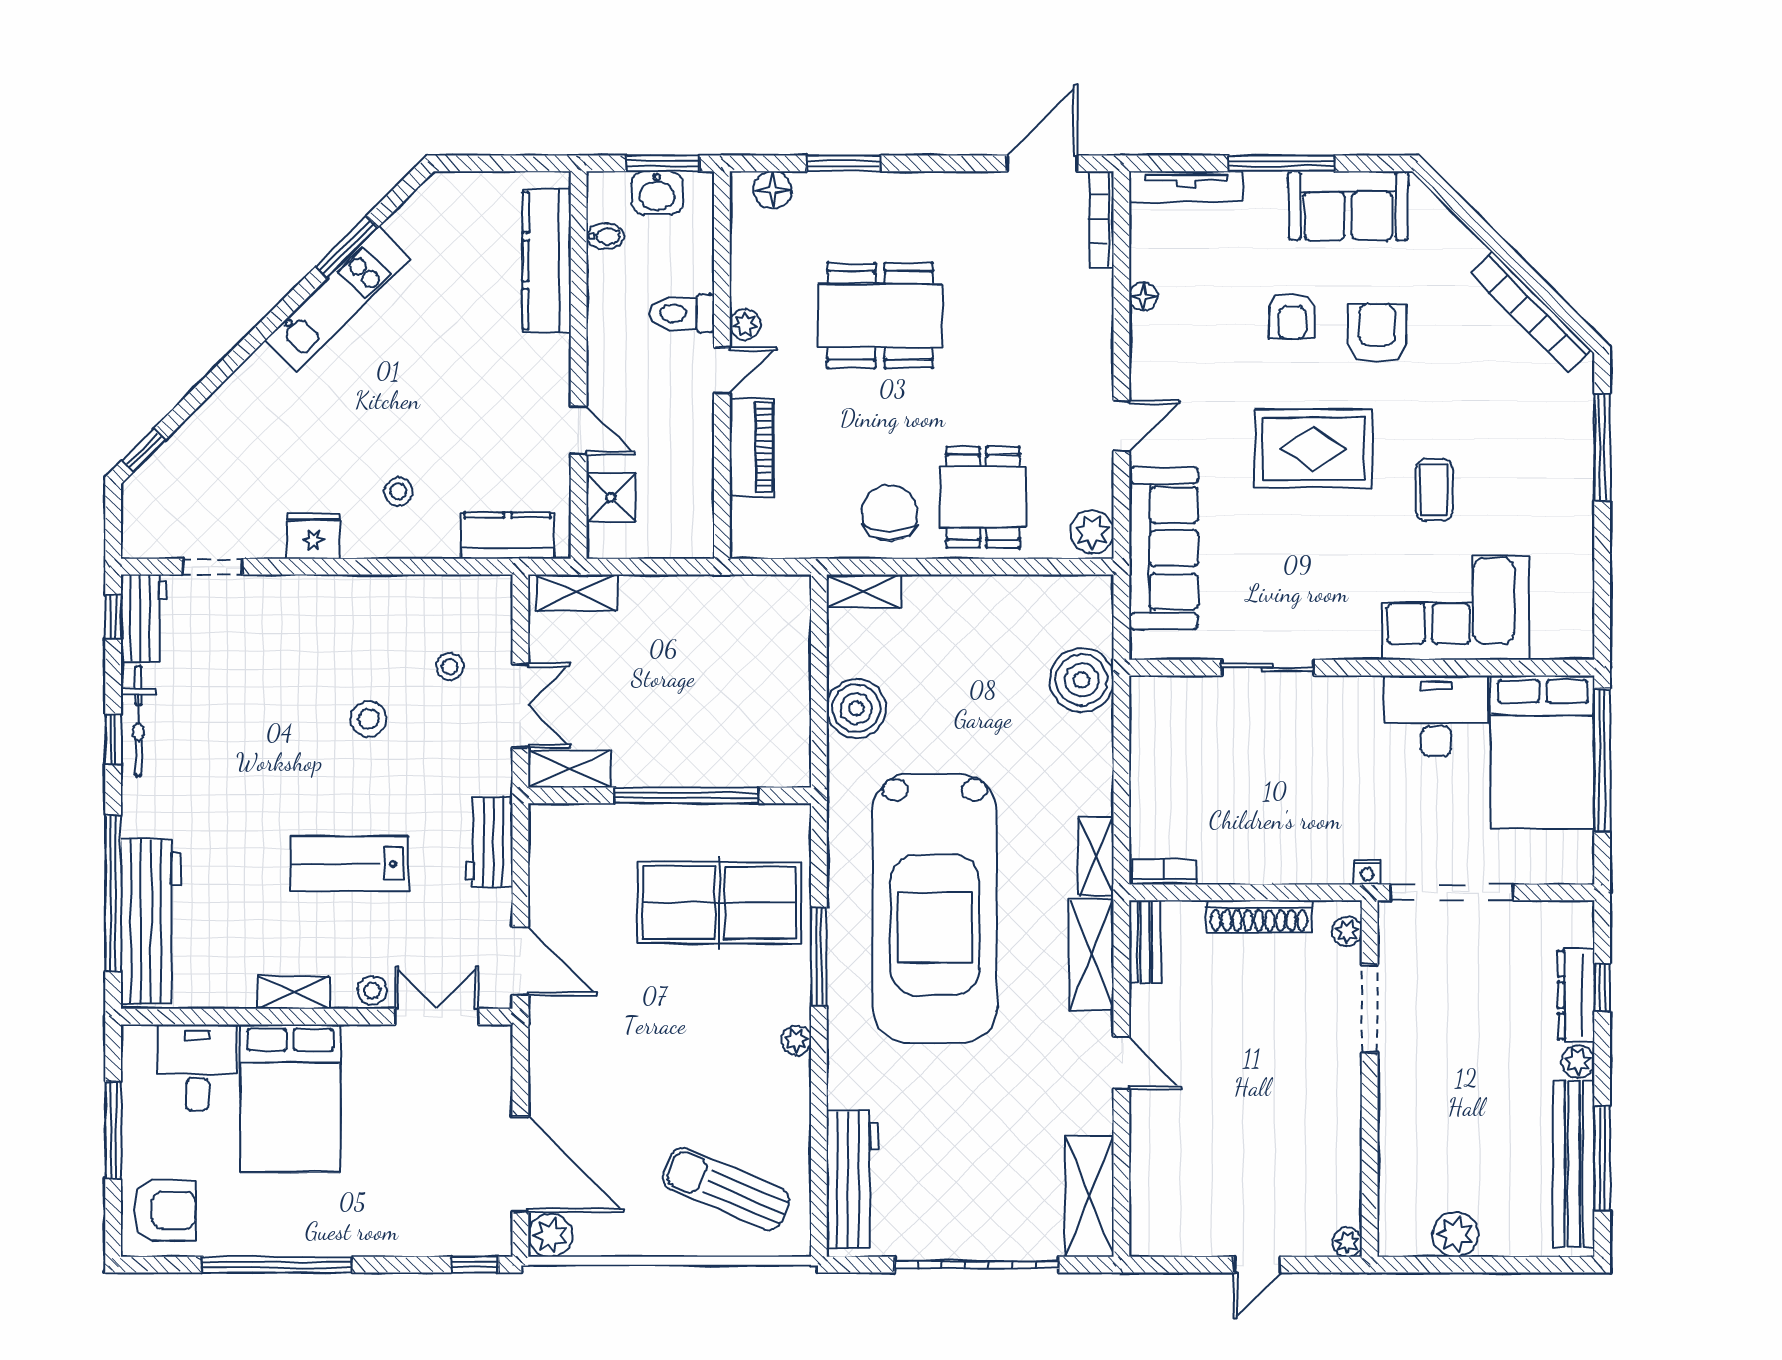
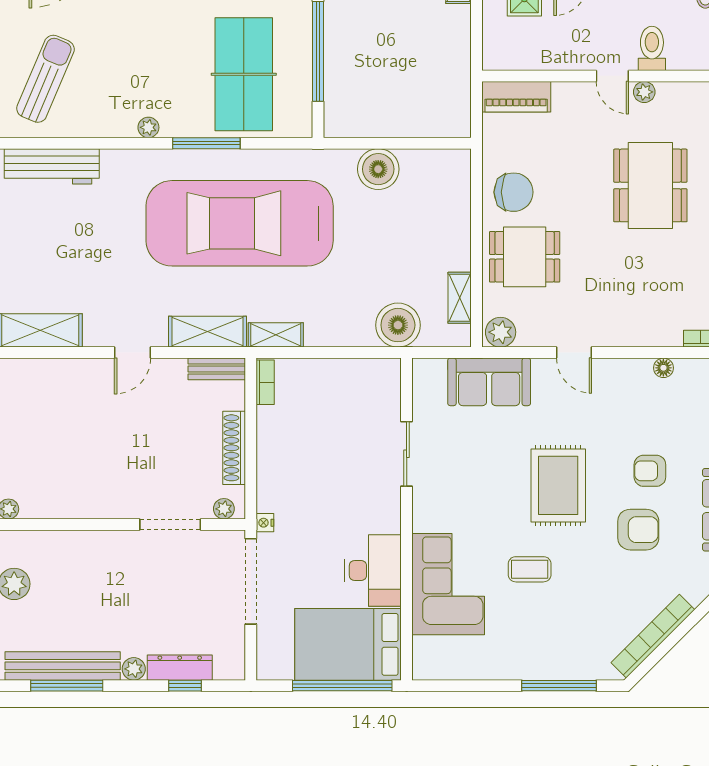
piano: (752, 447) -> (516, 97), moved
sofa: (1164, 548) -> (489, 382), width x0.73
shelving: (864, 591) -> (460, 298), moved

